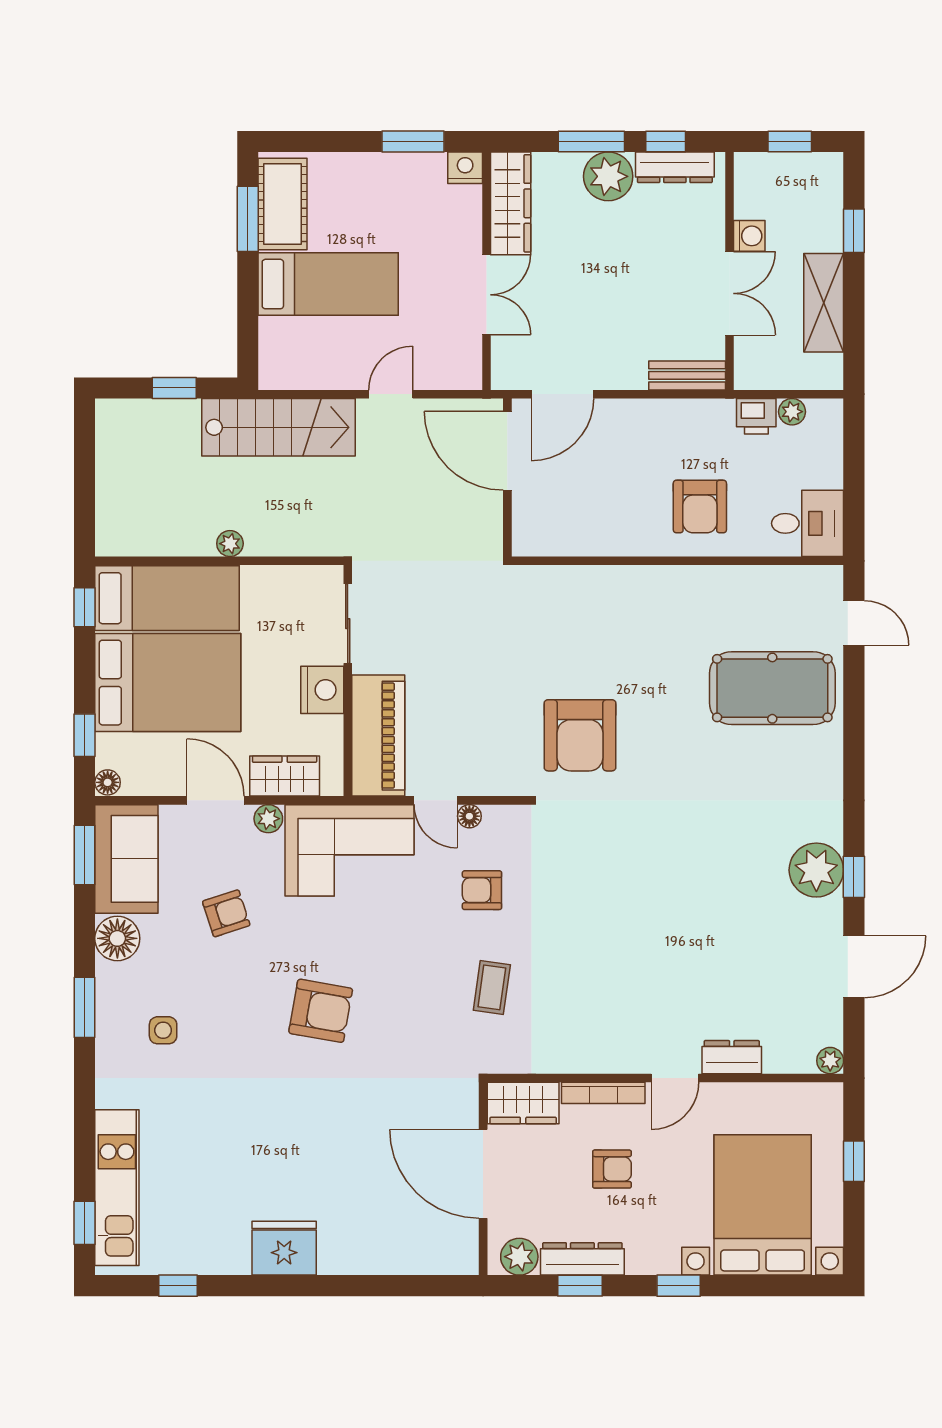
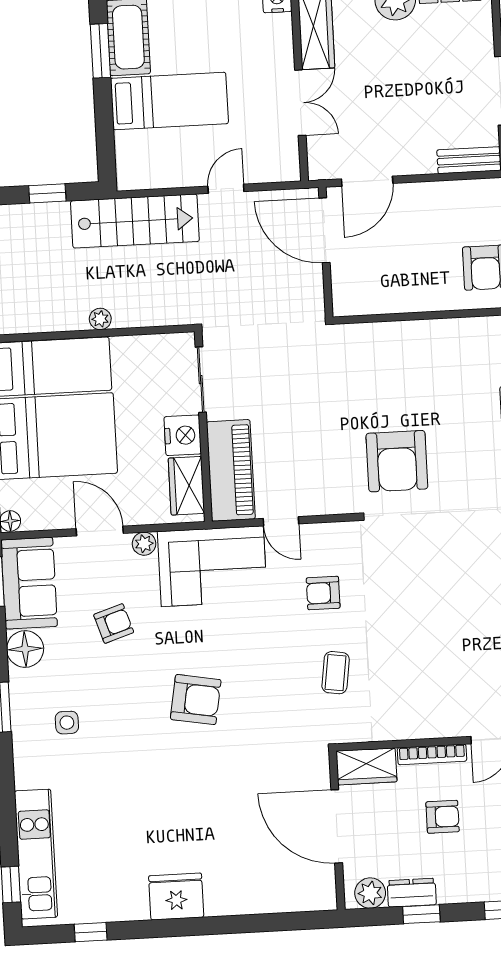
wardrobe: (285, 776) -> (186, 486), moved, turned -90
floor lamp: (469, 816) -> (309, 533), removed
dresser: (582, 1259) -> (412, 893), width x0.70

